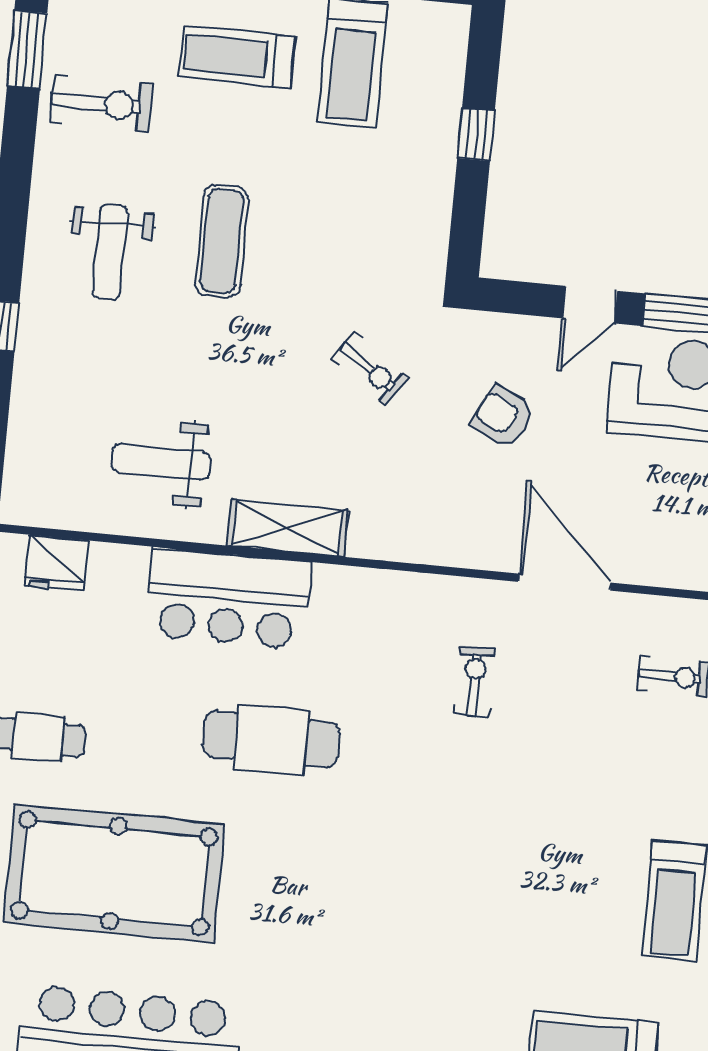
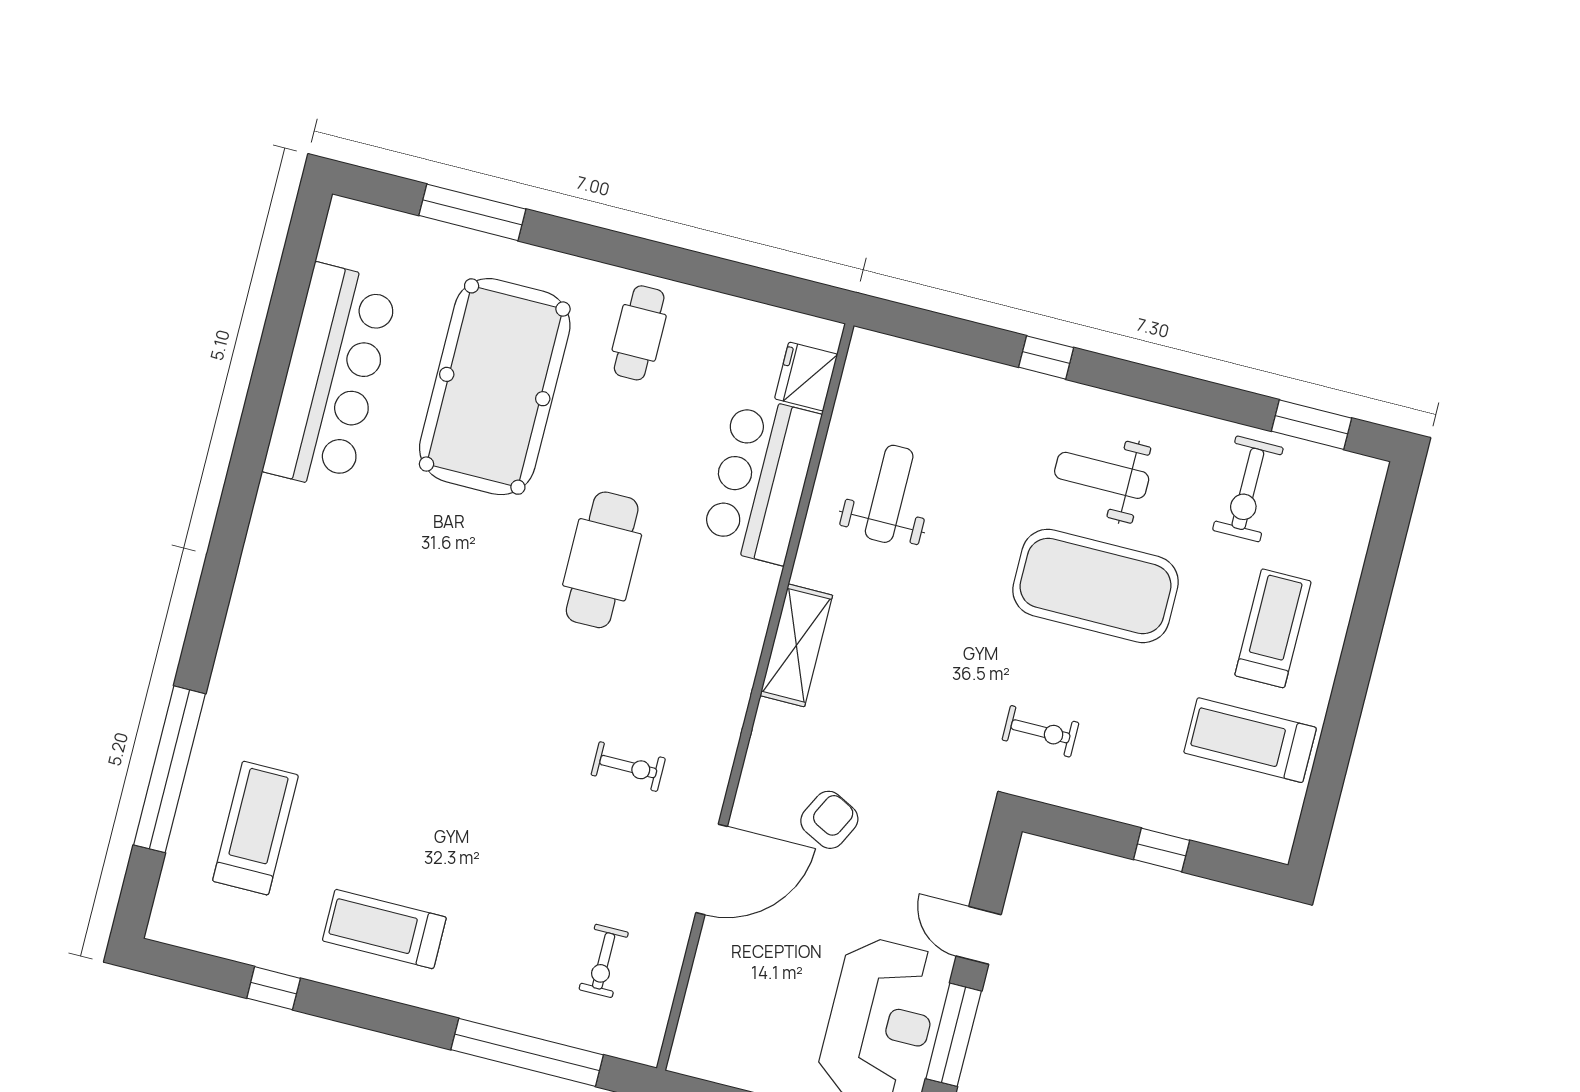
exercise mat: (222, 241) -> (1096, 586), width x2.00, depth x1.45
exercise bike: (370, 369) -> (1041, 731), moved, turned -125
armchair: (503, 416) -> (829, 820), moved
shelving: (288, 528) -> (796, 645), moved
bar counter: (228, 598) -> (761, 480), moved

